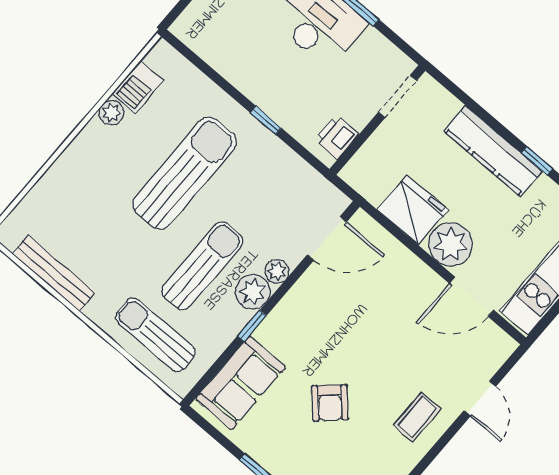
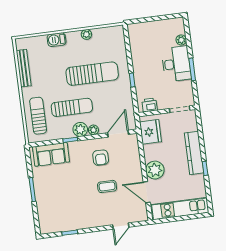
barbecue: (137, 87) -> (57, 40), moved
fridge: (413, 210) -> (150, 132), moved
door: (327, 238) -> (118, 134), swing flipped
armchair: (330, 403) -> (101, 158), moved, turned -47
coffee table: (417, 417) -> (107, 186), moved

